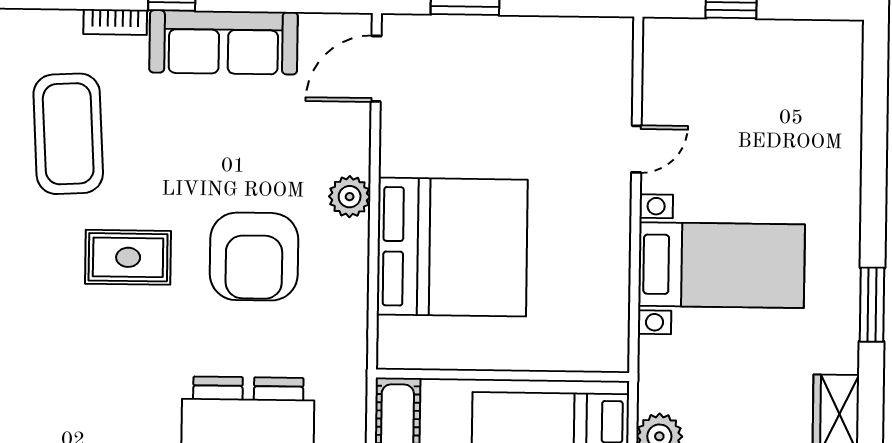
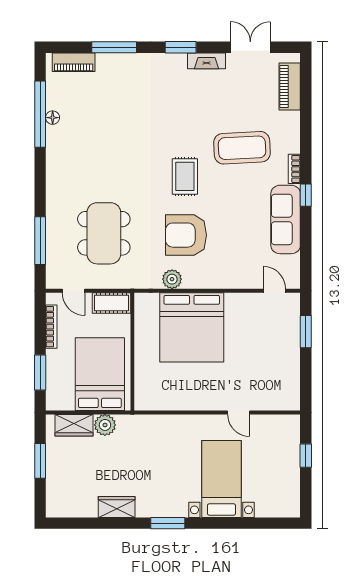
door: (376, 69) -> (274, 291), width x0.73
plant: (350, 197) -> (172, 279), moved
bed with nightstands: (722, 265) -> (221, 479), moved, turned 180

